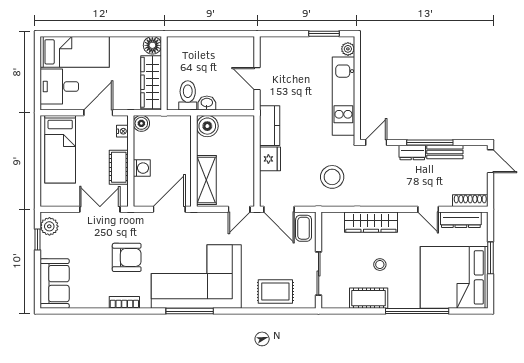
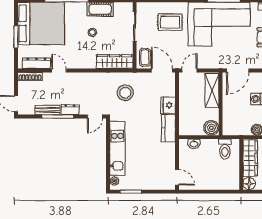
door: (257, 79) -> (177, 177), moved
washbasin: (207, 103) -> (194, 144), moved
wardrobe: (371, 222) -> (115, 62), moved
rug: (275, 291) -> (170, 22), moved

